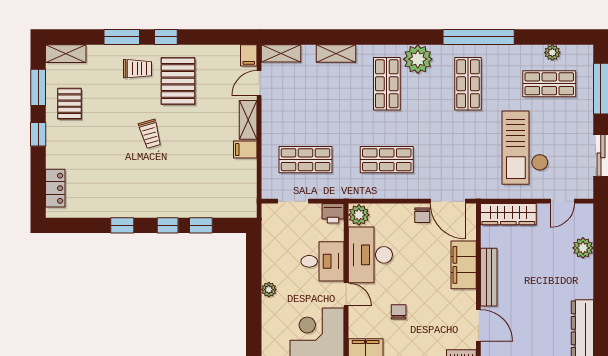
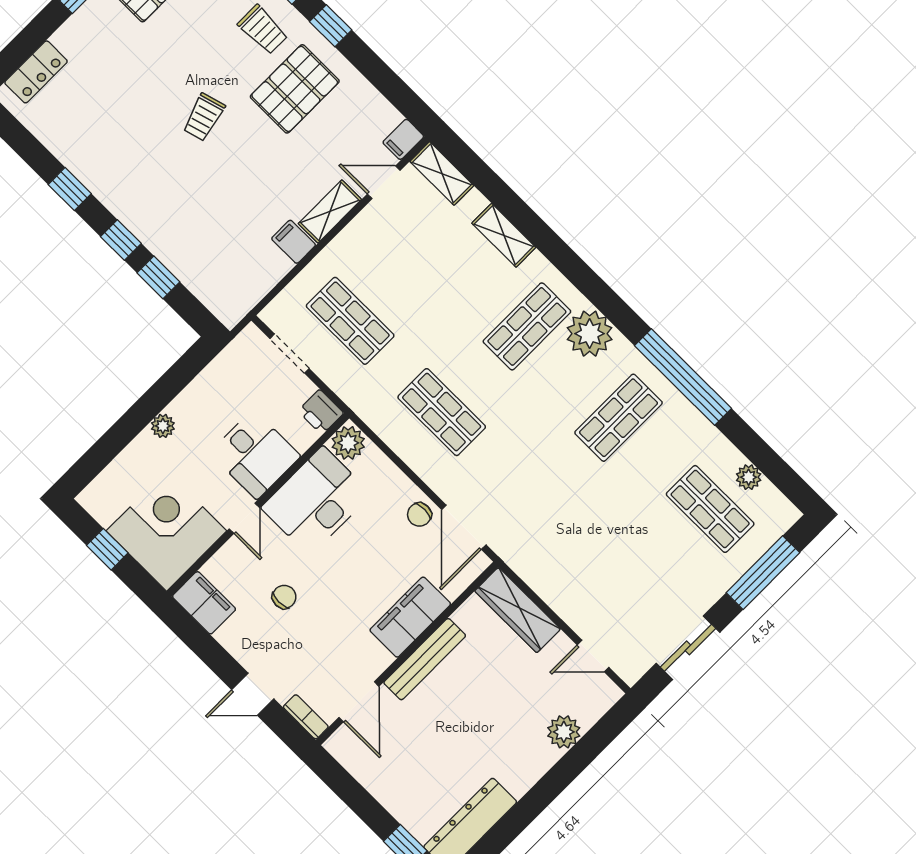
checkout: (525, 148) -> (611, 554), removed

